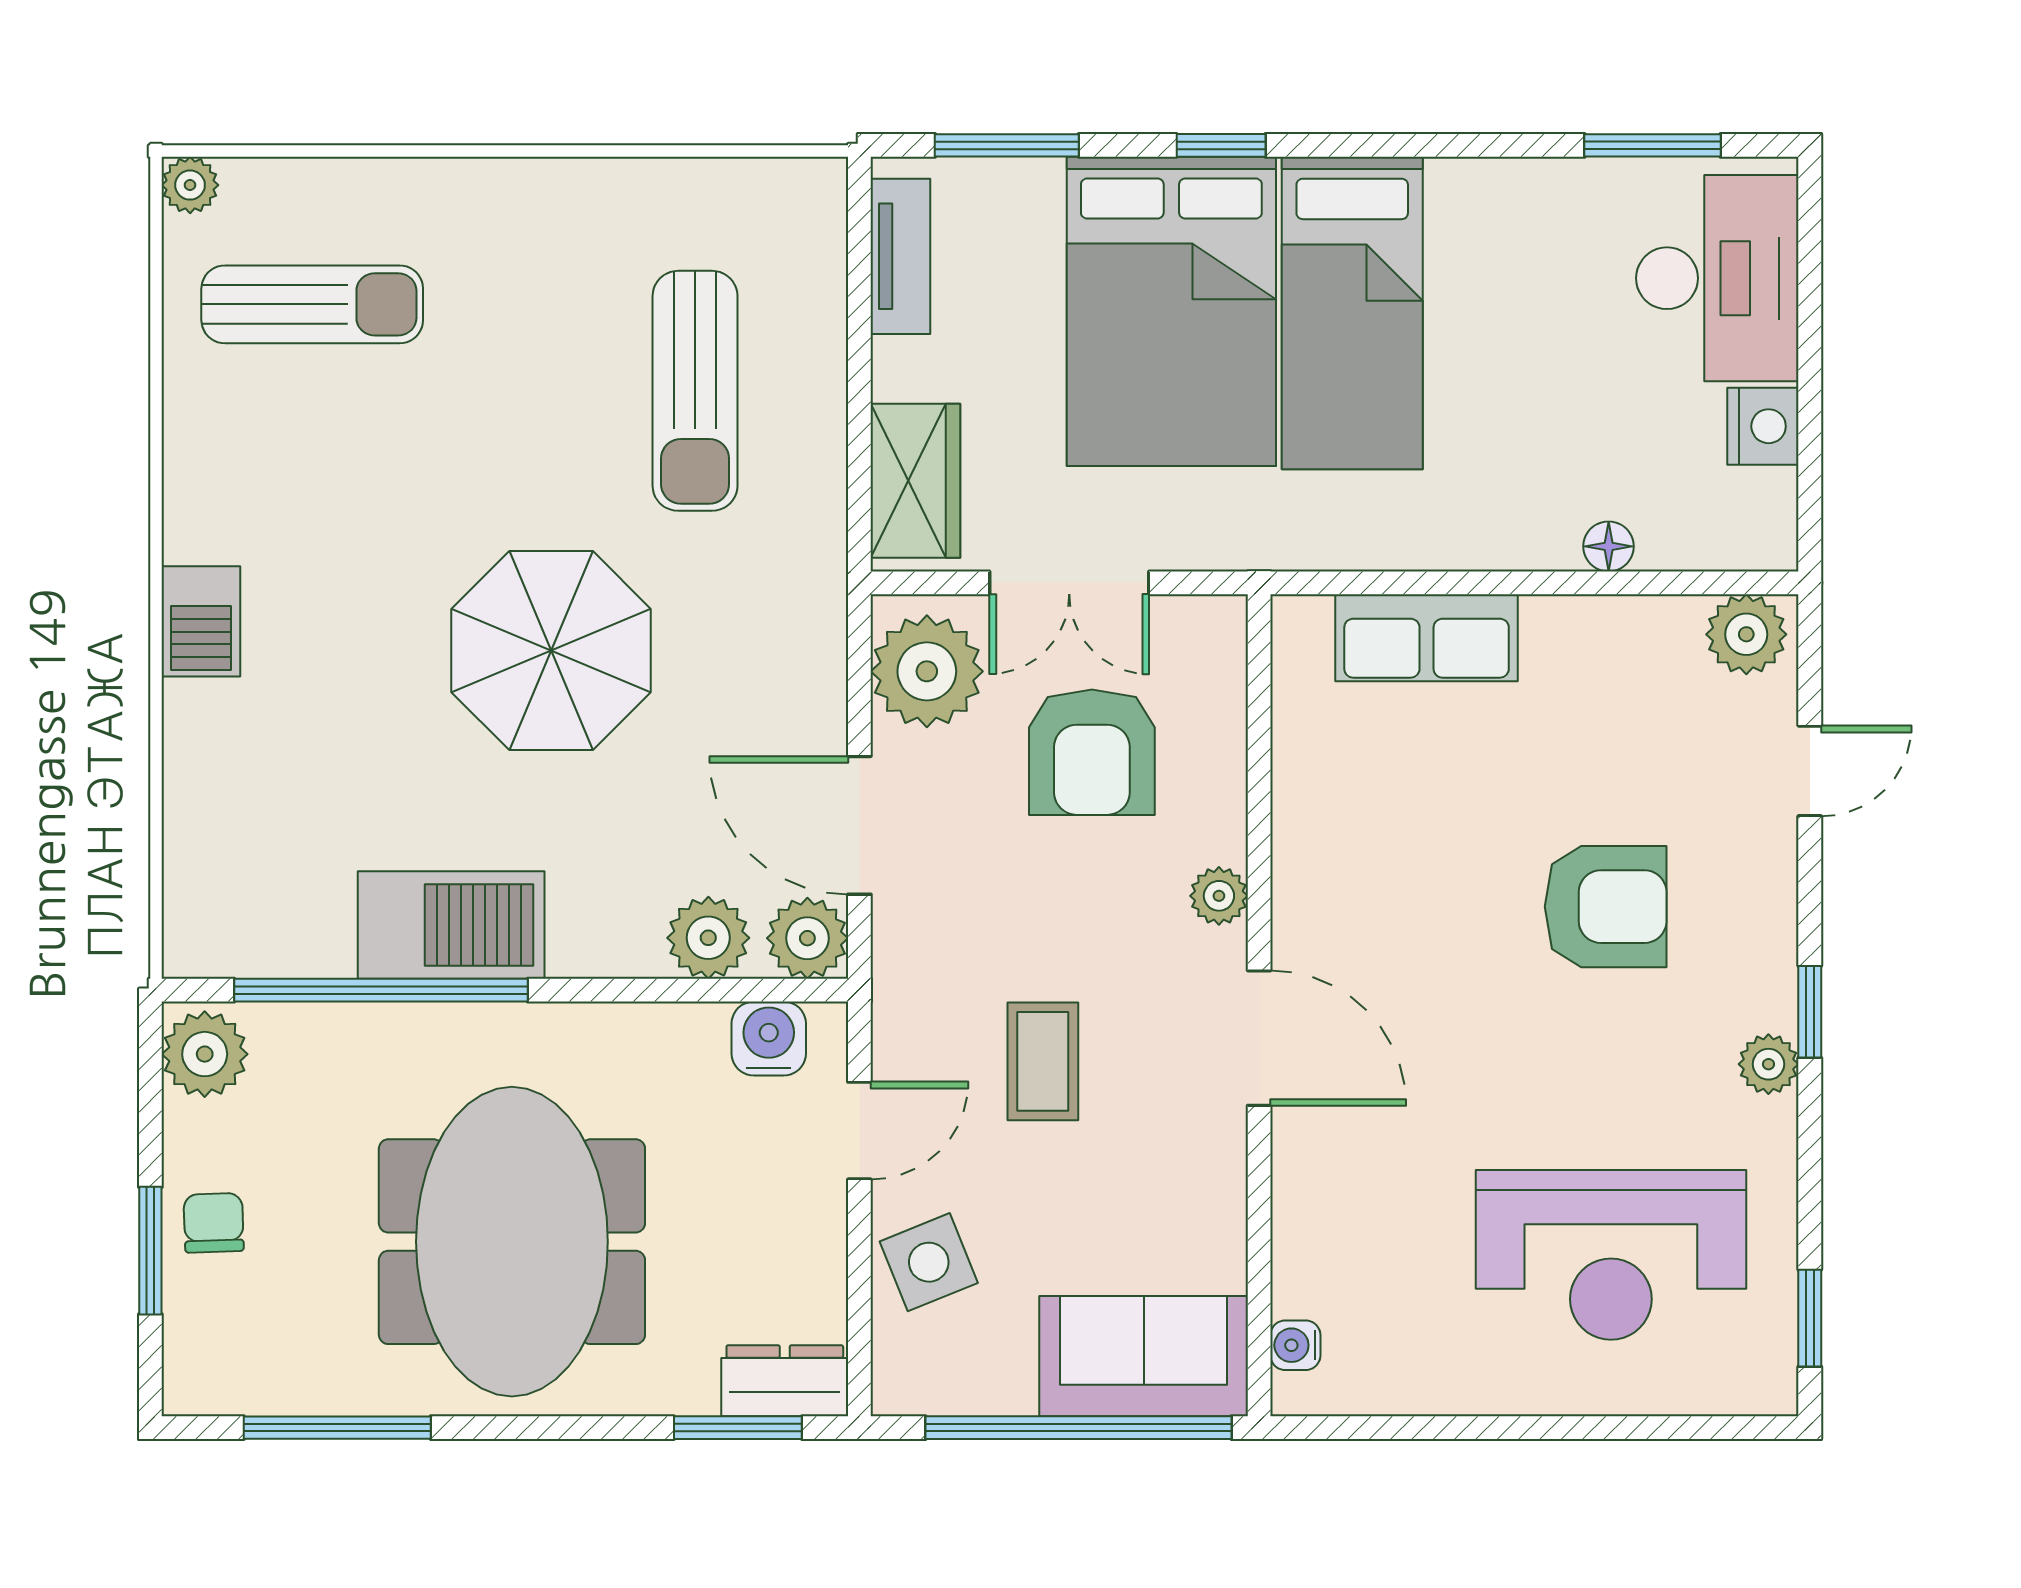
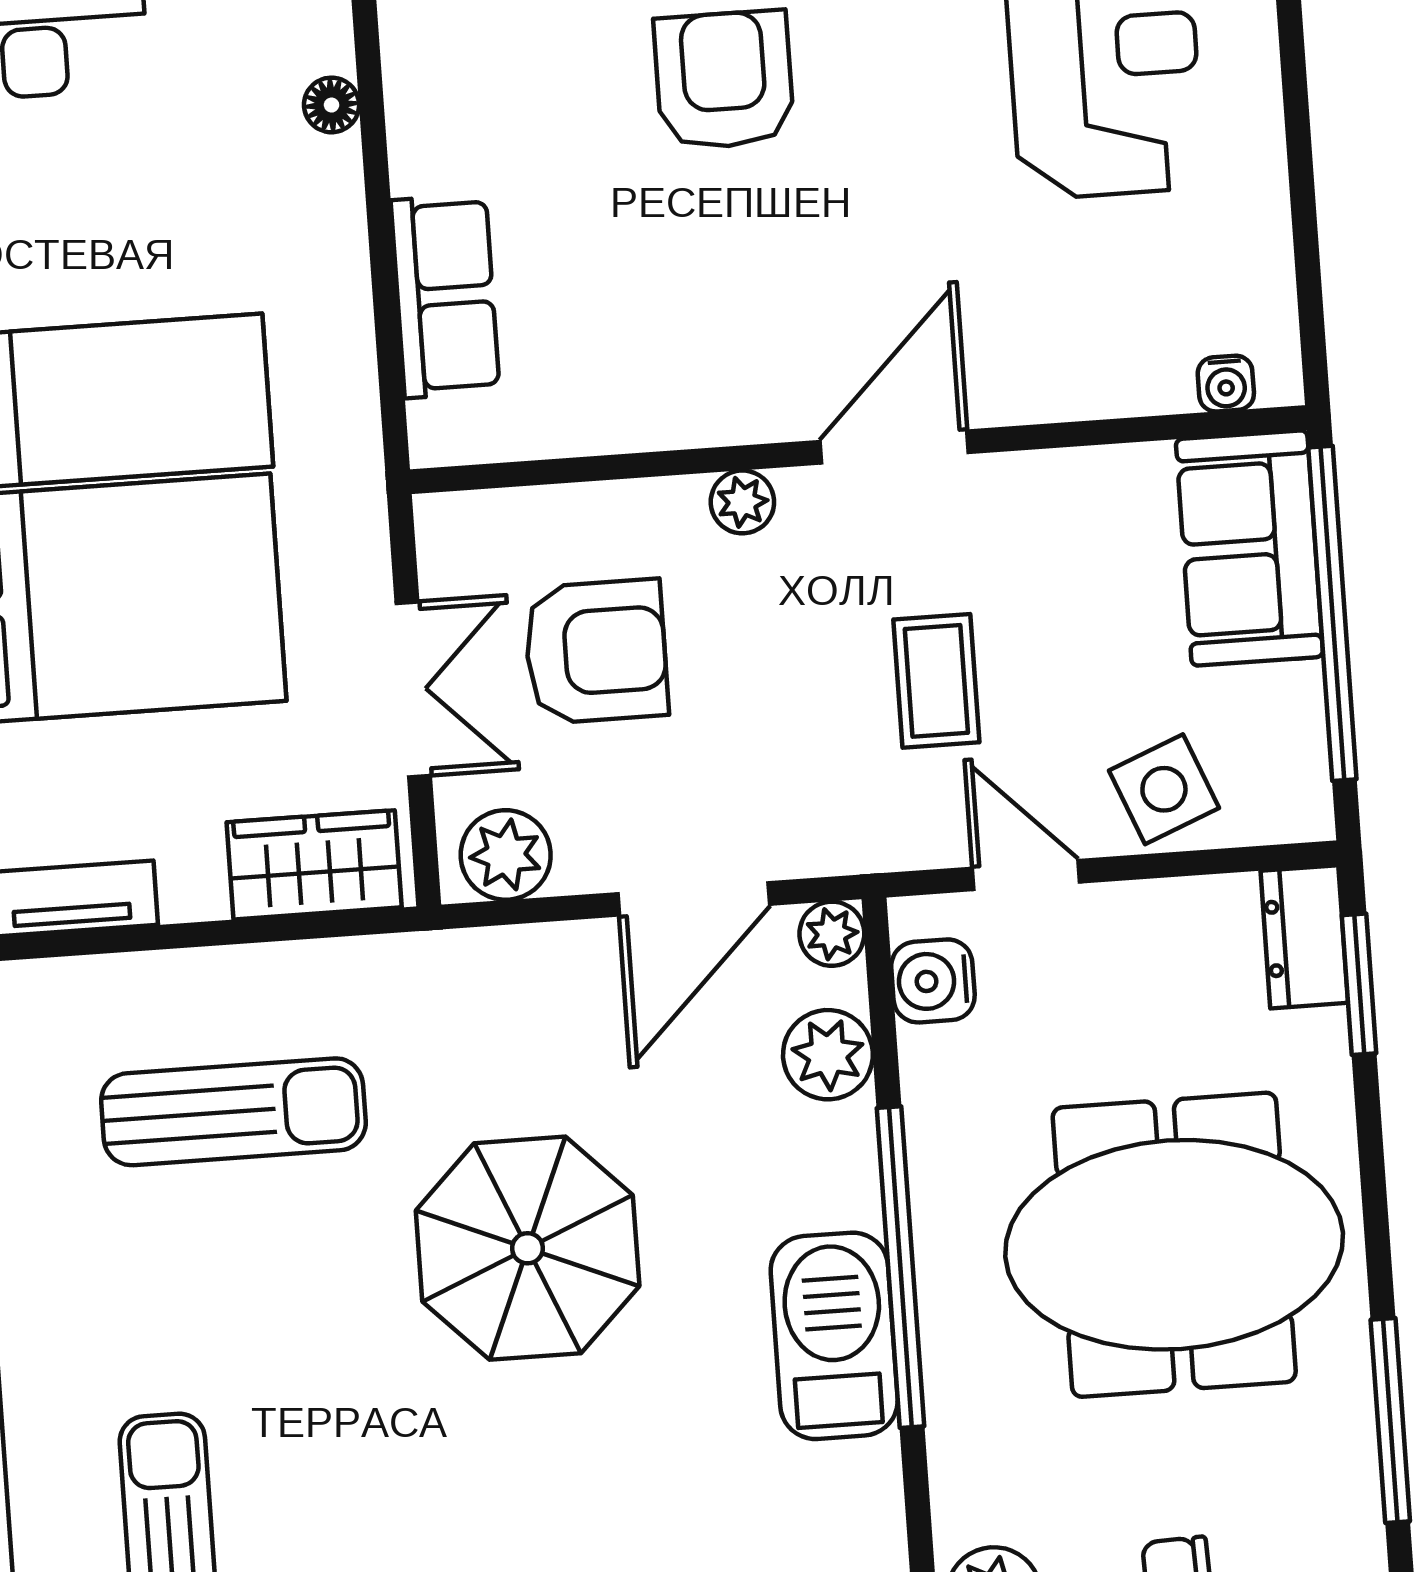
plant: (927, 671) -> (506, 855), width x0.73, depth x0.73
plant: (807, 938) -> (832, 934), width x0.73, depth x0.73
window: (381, 990) -> (901, 1267), moved
coffee table: (1043, 1061) -> (936, 681), turned 90

